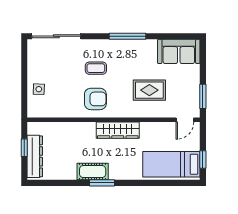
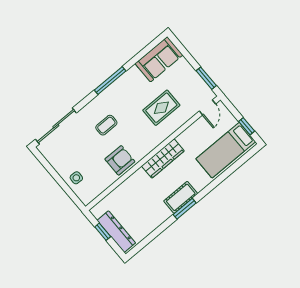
armchair: (95, 99) -> (120, 160), moved
cot: (93, 172) -> (181, 197), moved

